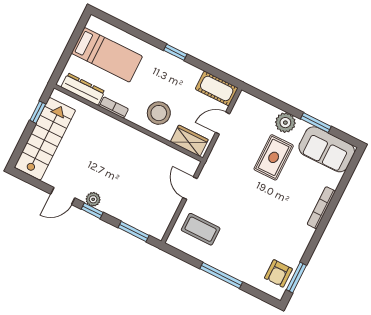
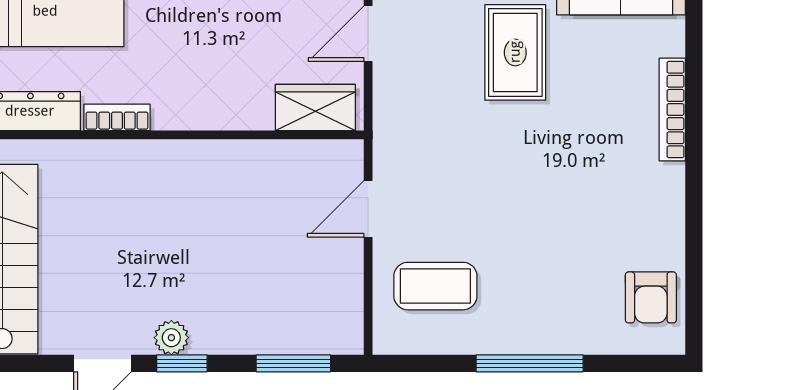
stool: (159, 113) -> (220, 81), removed
door: (190, 188) -> (368, 209), hinge flipped
window: (296, 277) -> (694, 287), removed

